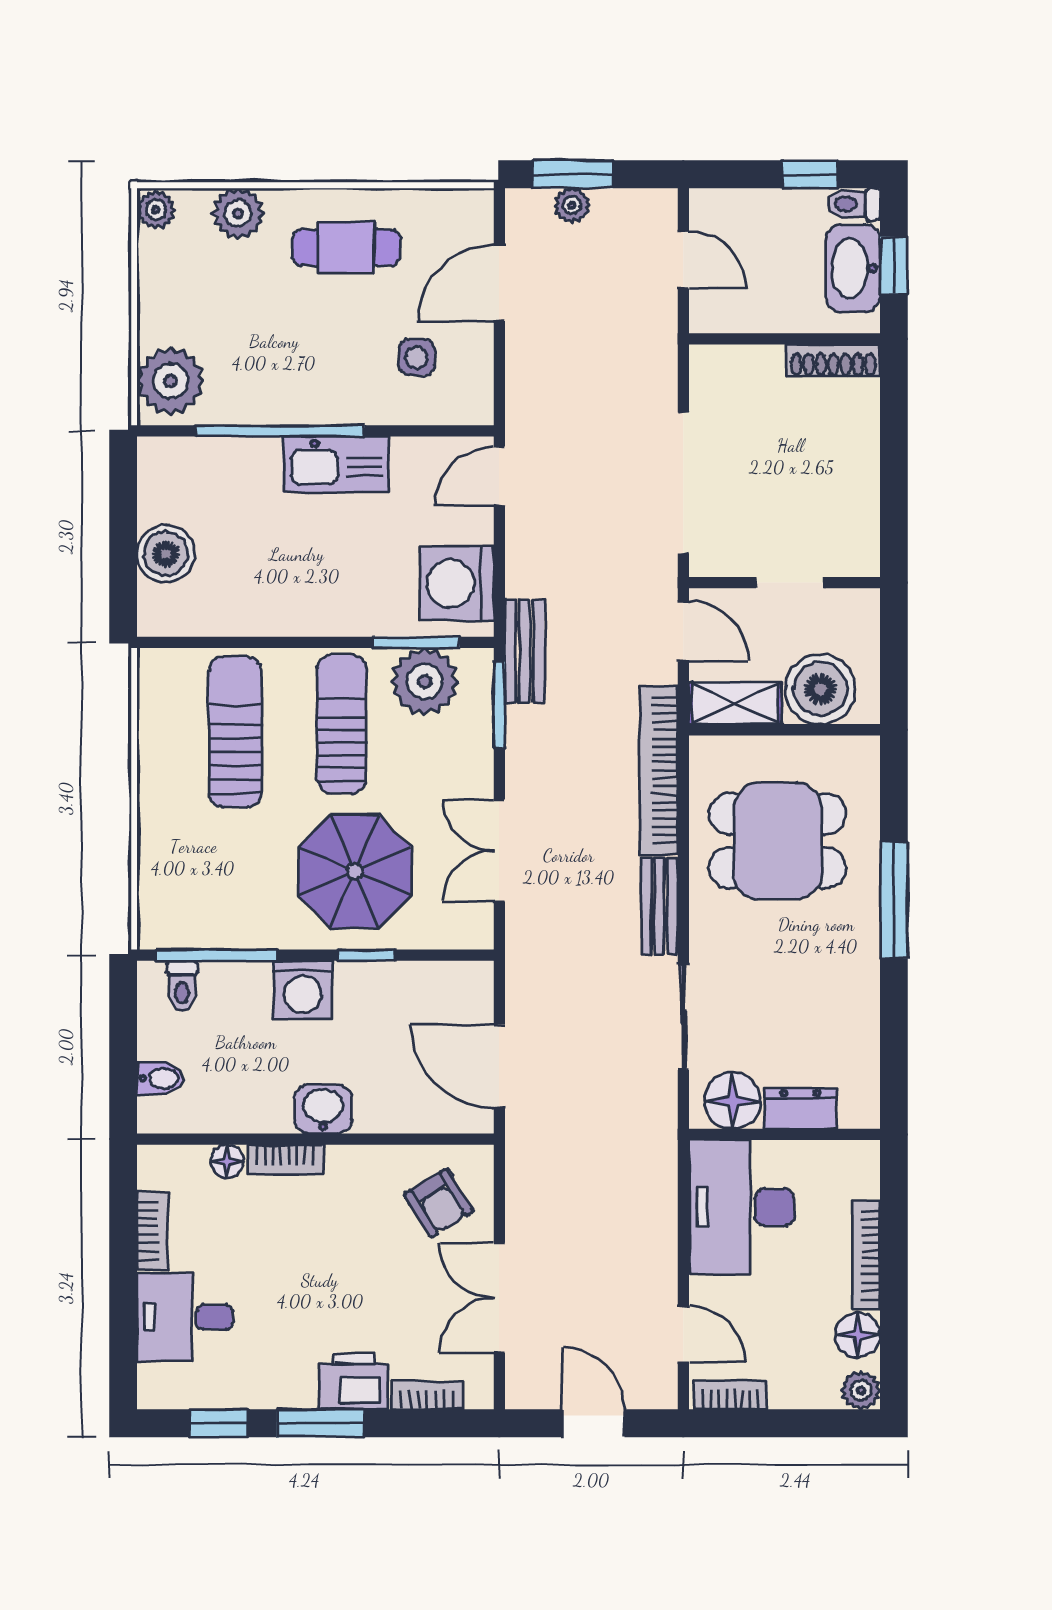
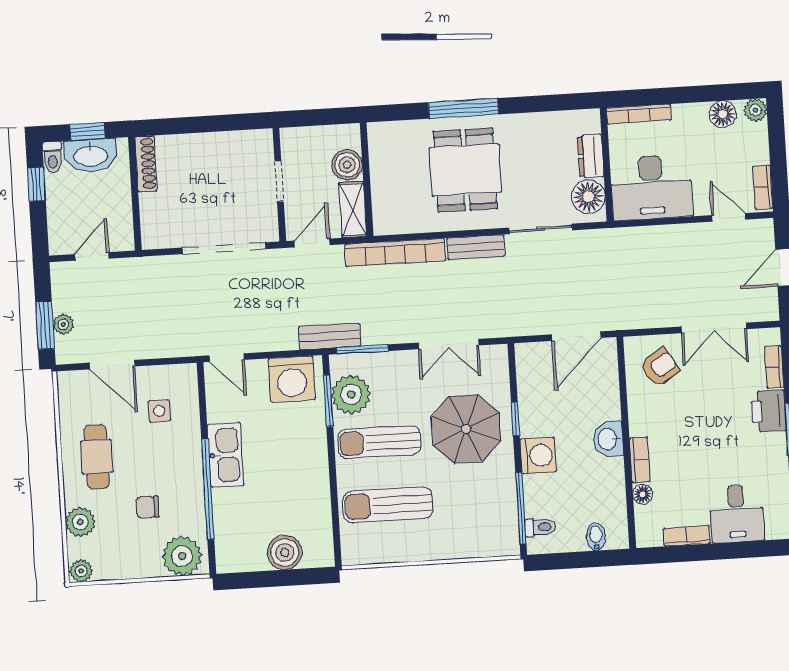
chair: (256, 328) -> (148, 507), added
boiler: (820, 689) -> (347, 165), width x0.73, depth x0.73
dining table: (778, 841) -> (465, 170), moved
bookcase: (866, 1255) -> (639, 114), moved
door: (683, 1334) -> (729, 217), hinge flipped

